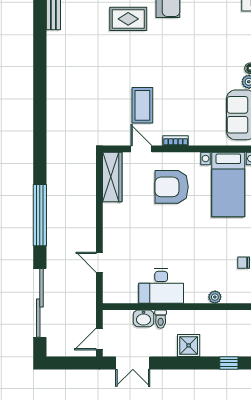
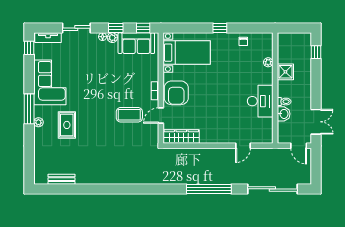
armchair: (172, 187) -> (176, 93), moved
shower: (189, 345) -> (285, 72), moved

